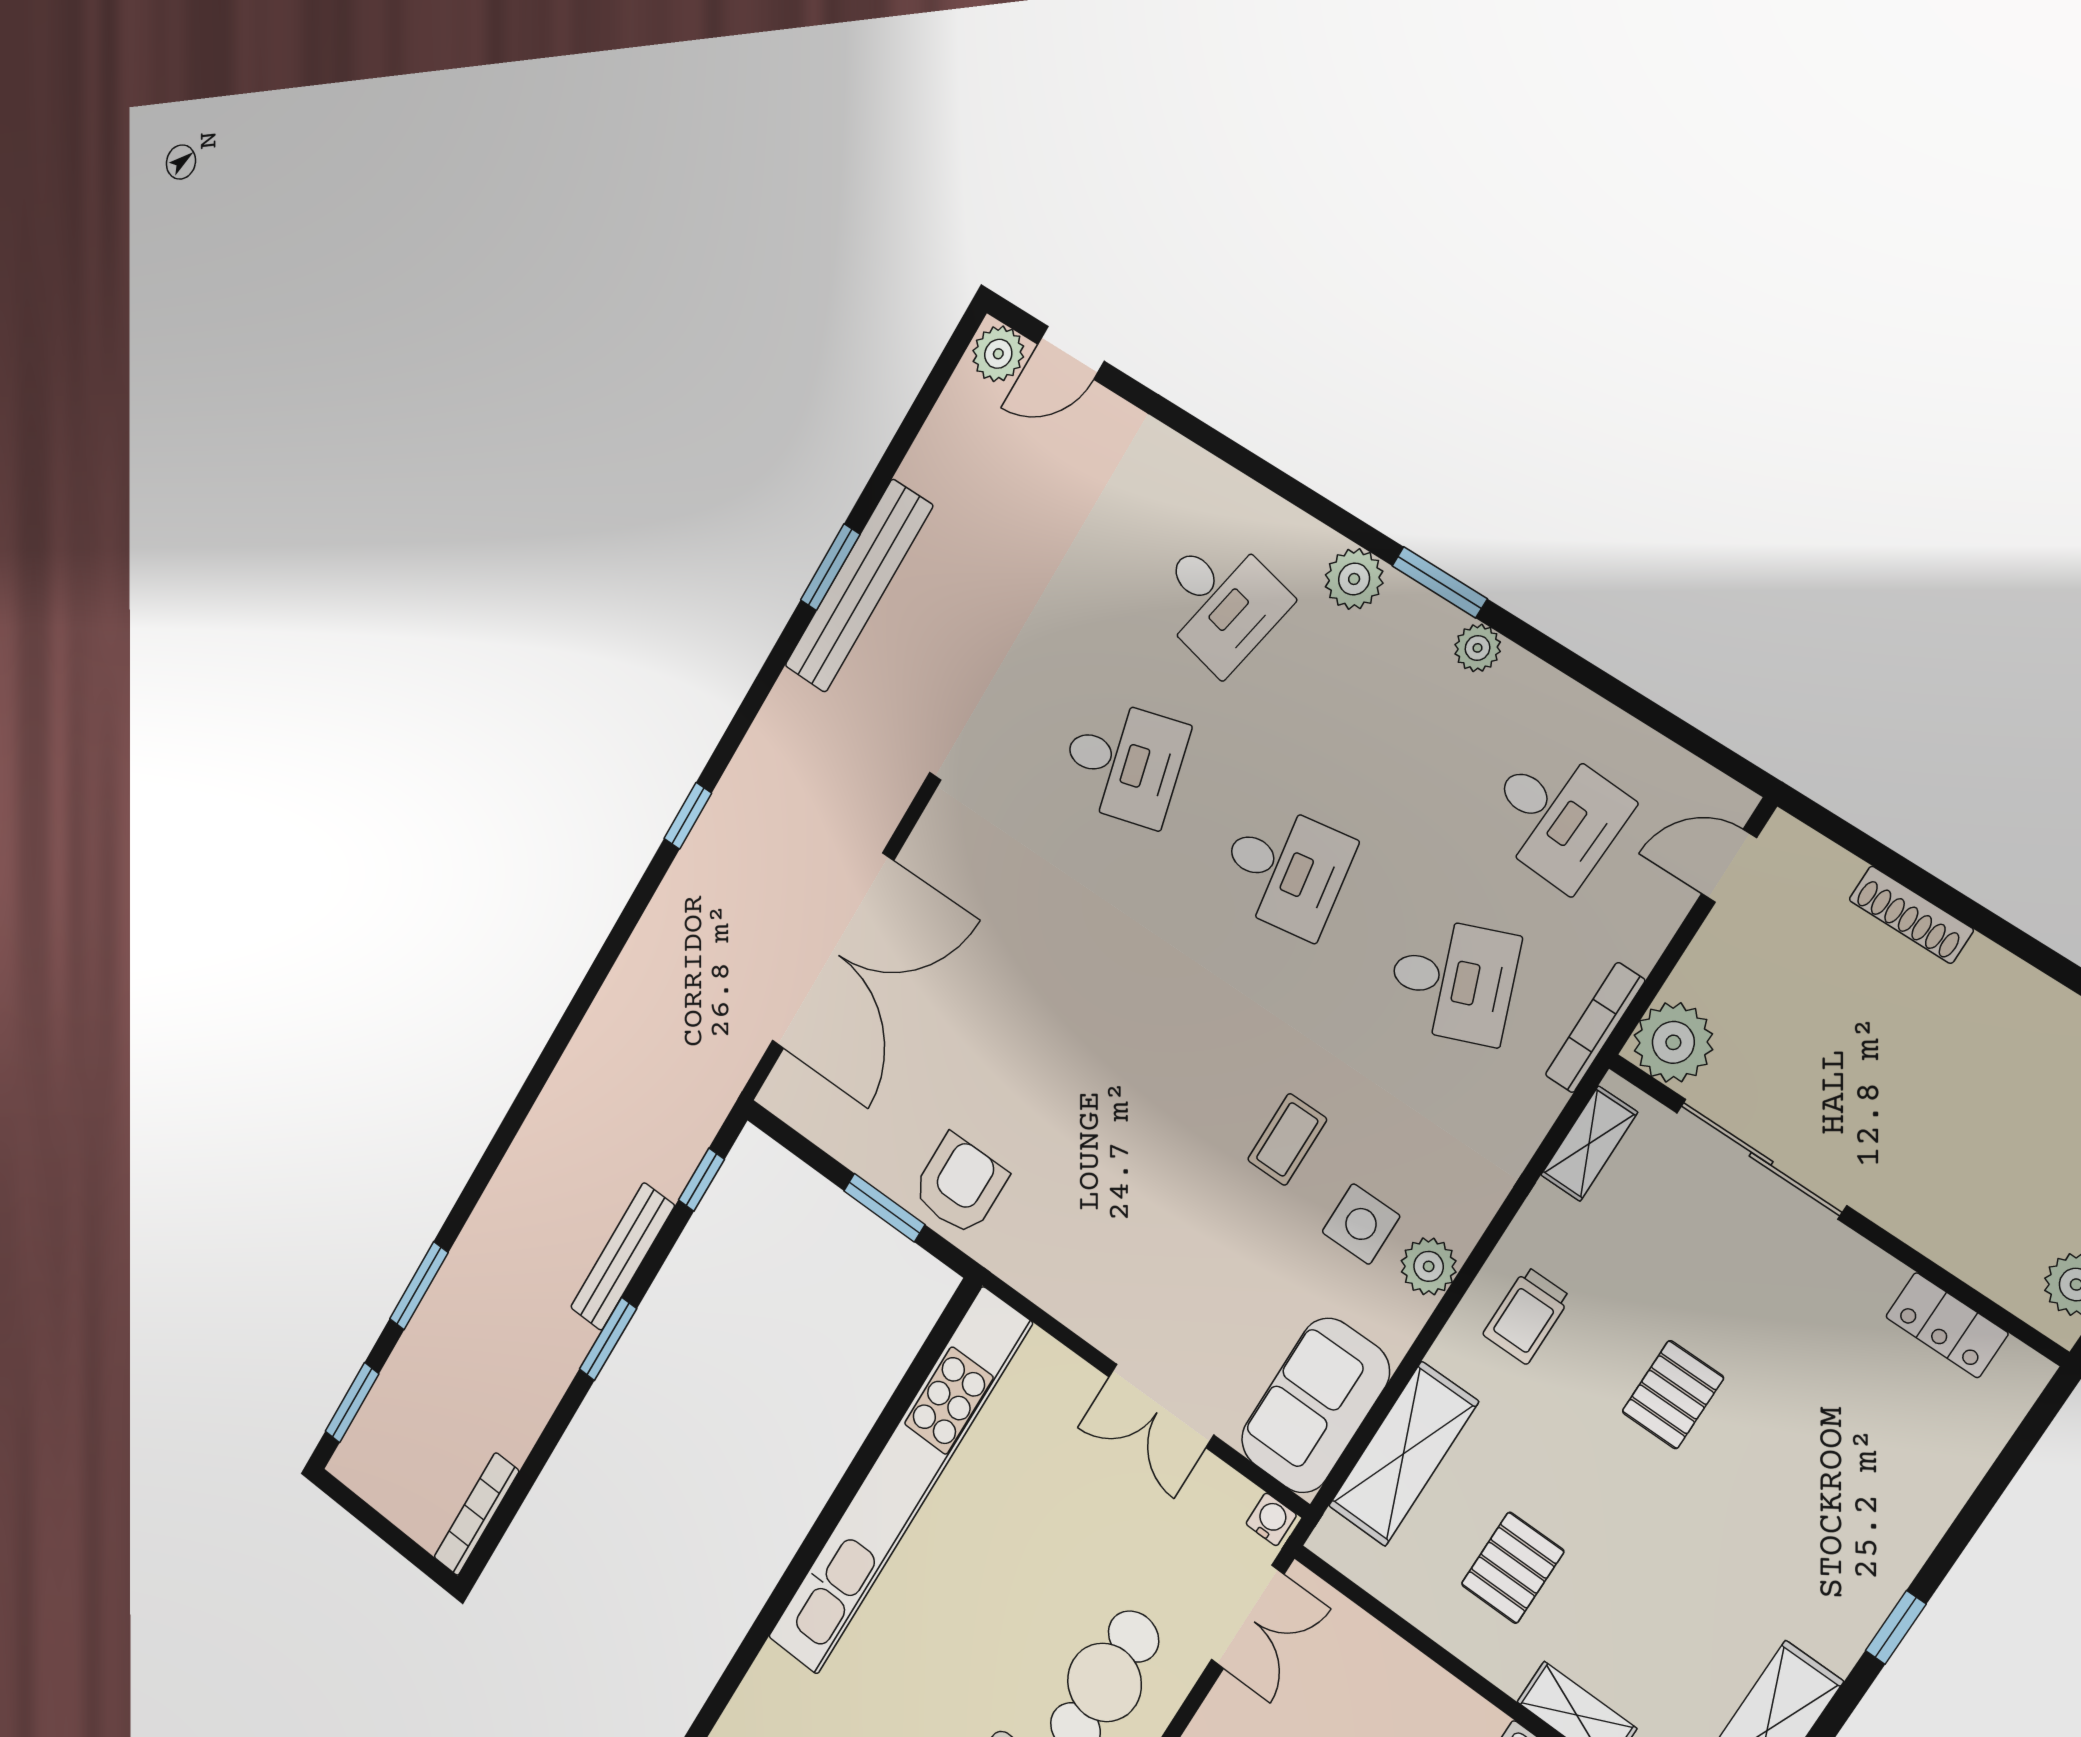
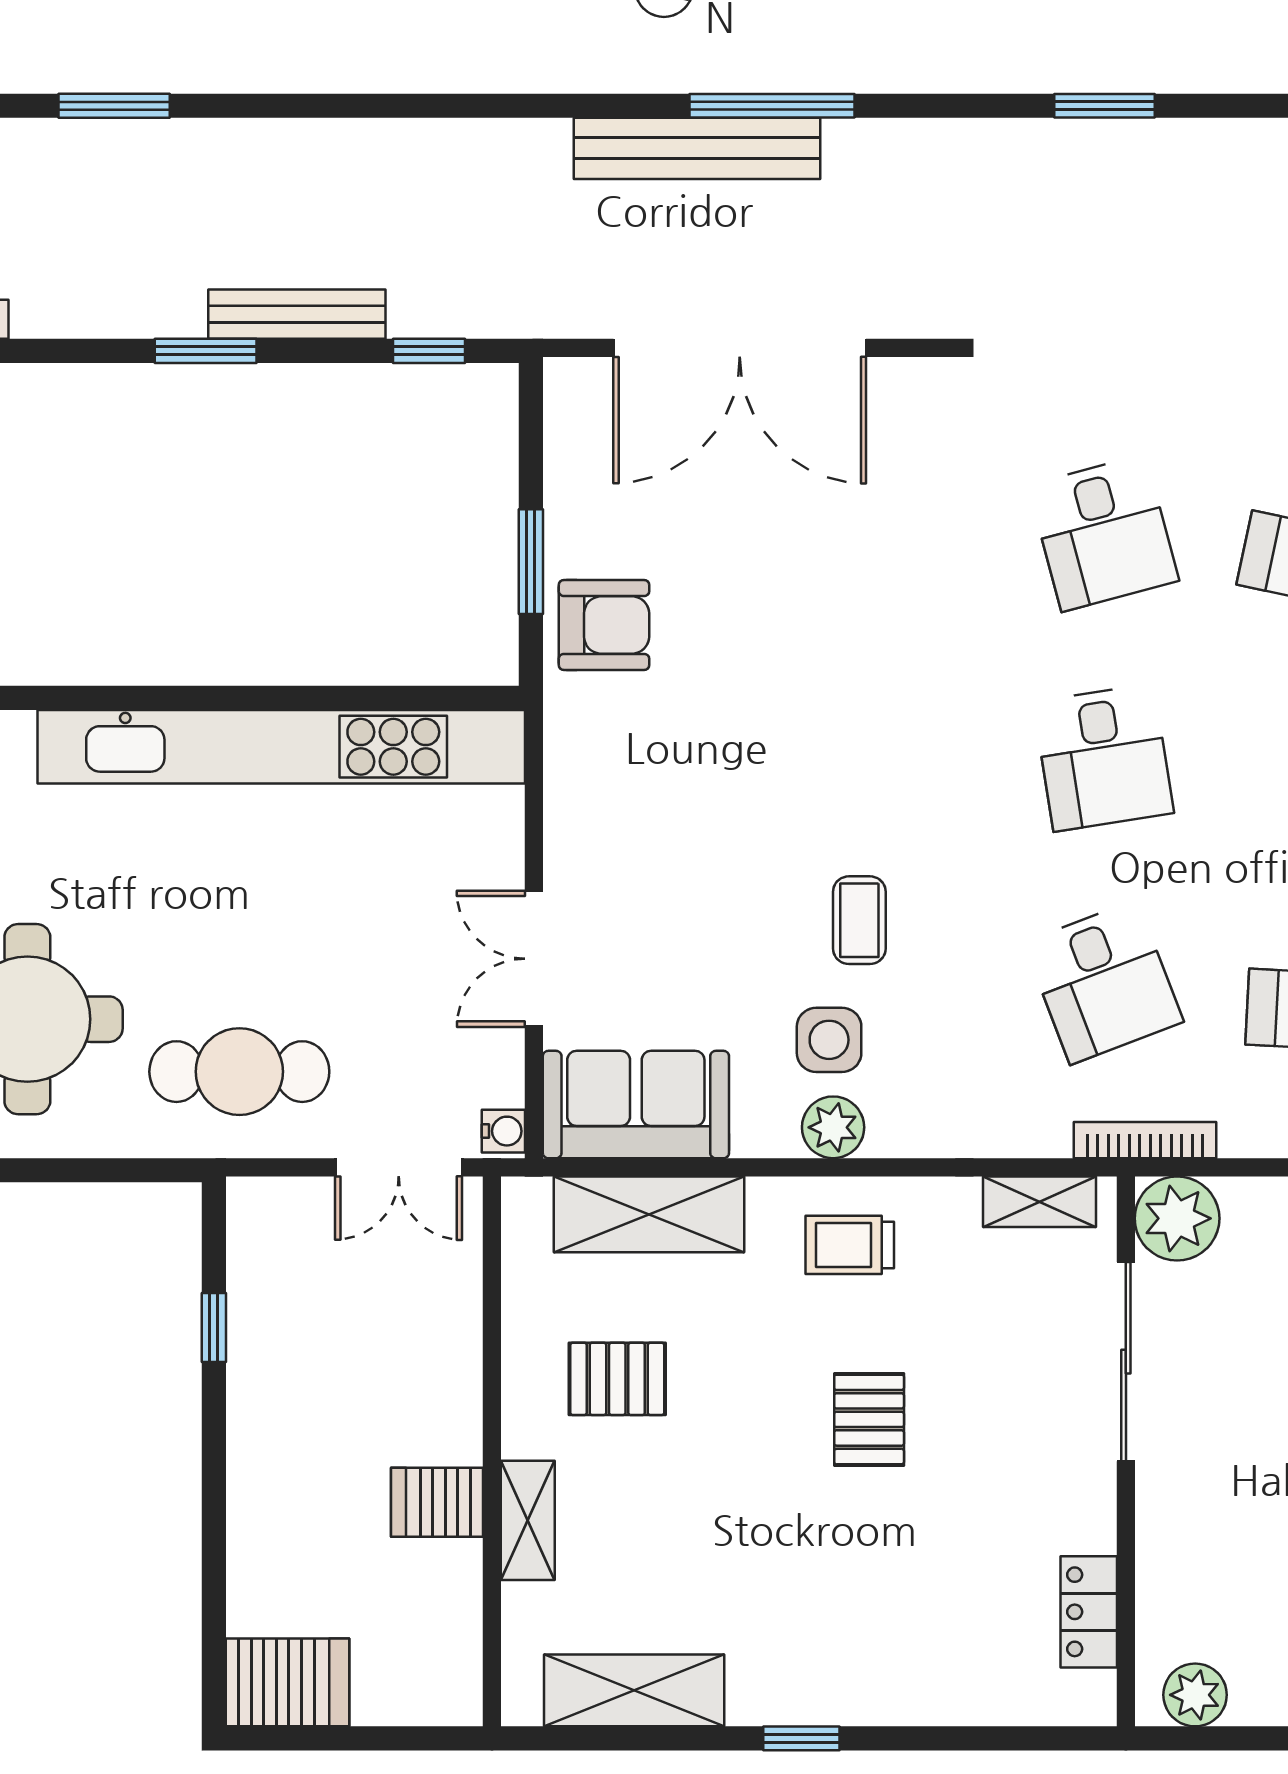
bench: (859, 586) -> (697, 148), moved
window: (688, 816) -> (772, 106), width x2.17
coffee table: (1287, 1139) -> (859, 920), turned 90
pallet: (1673, 1395) -> (869, 1419), turned 90

